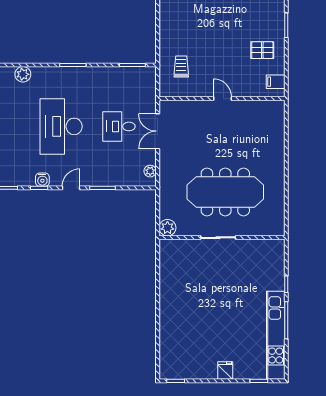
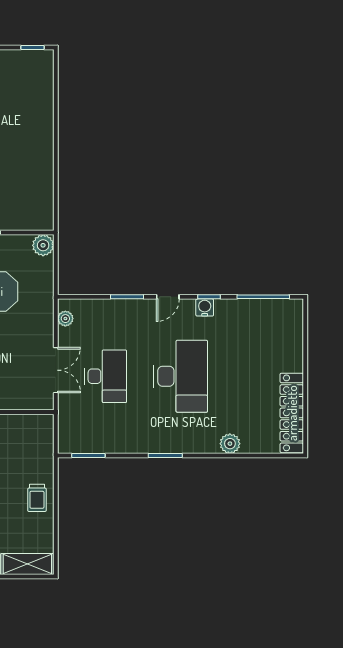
trolley: (181, 67) -> (37, 498), moved
desk: (119, 126) -> (106, 376), width x1.37

